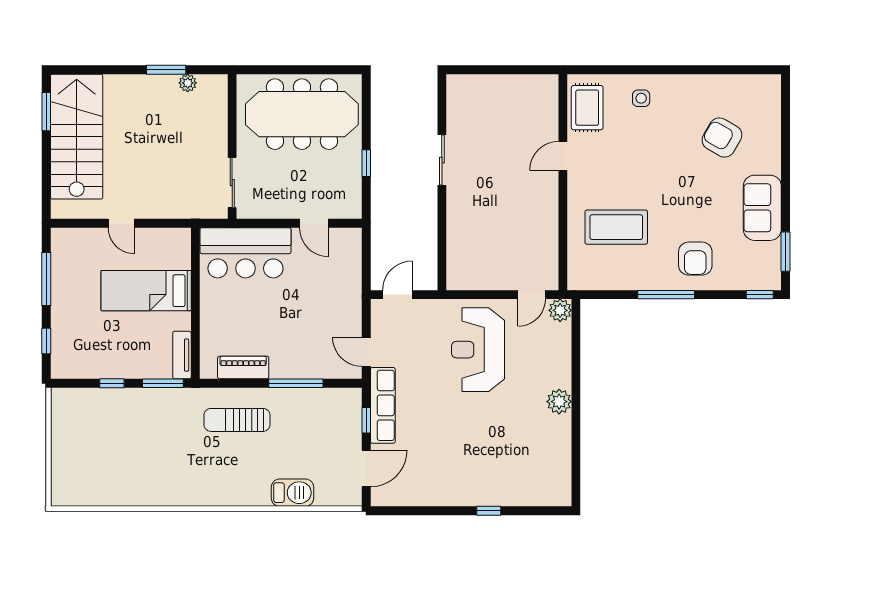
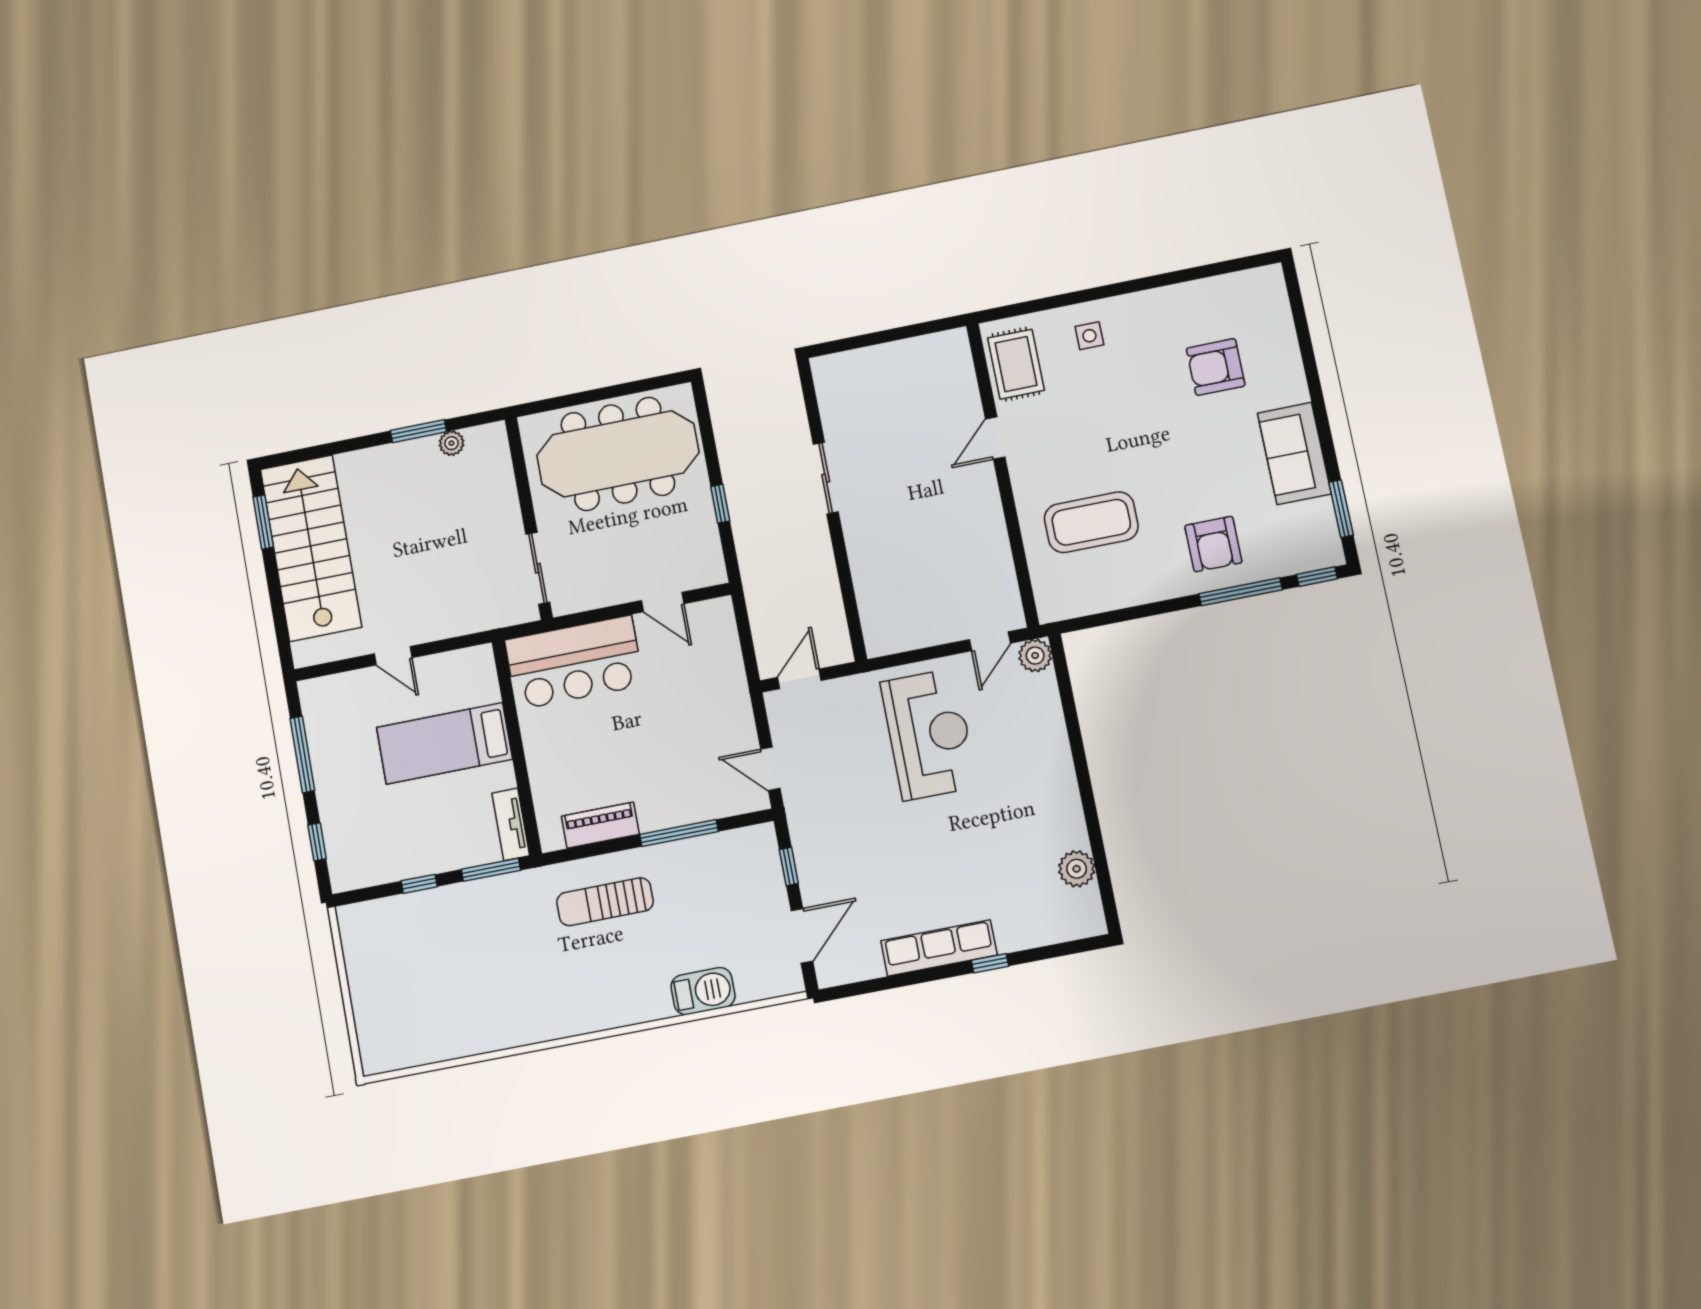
armchair: (722, 138) -> (1216, 367), turned -30
window: (666, 295) -> (1241, 592), moved
reception desk: (478, 350) -> (929, 734), turned 180
plant: (559, 402) -> (1077, 869), moved
row of seats: (383, 405) -> (939, 948), moved, turned -90

